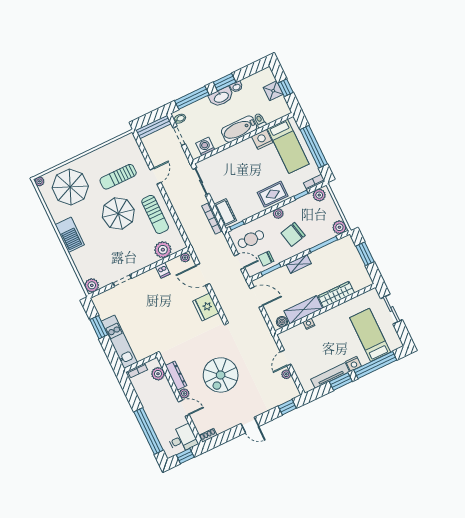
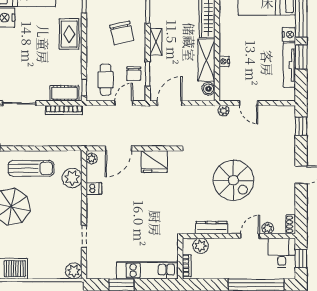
plant: (278, 213) -> (92, 38), removed
plant: (286, 374) -> (224, 111), moved
plant: (184, 393) -> (268, 228), moved

